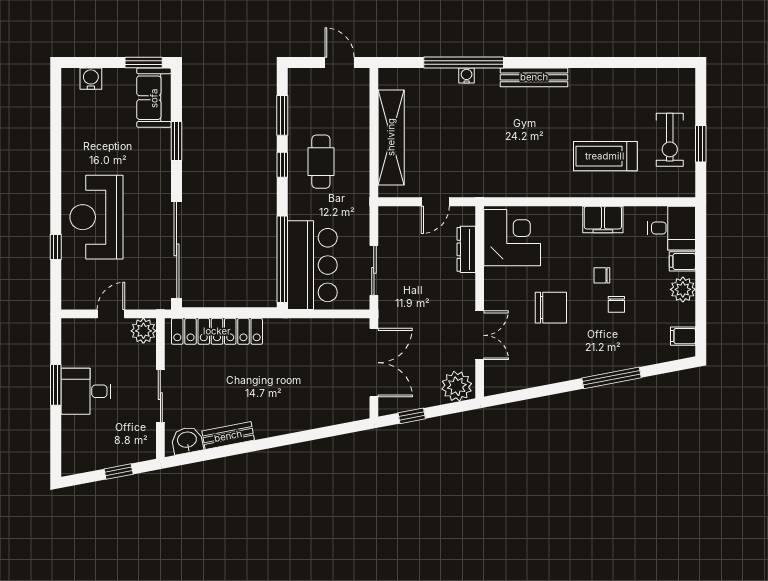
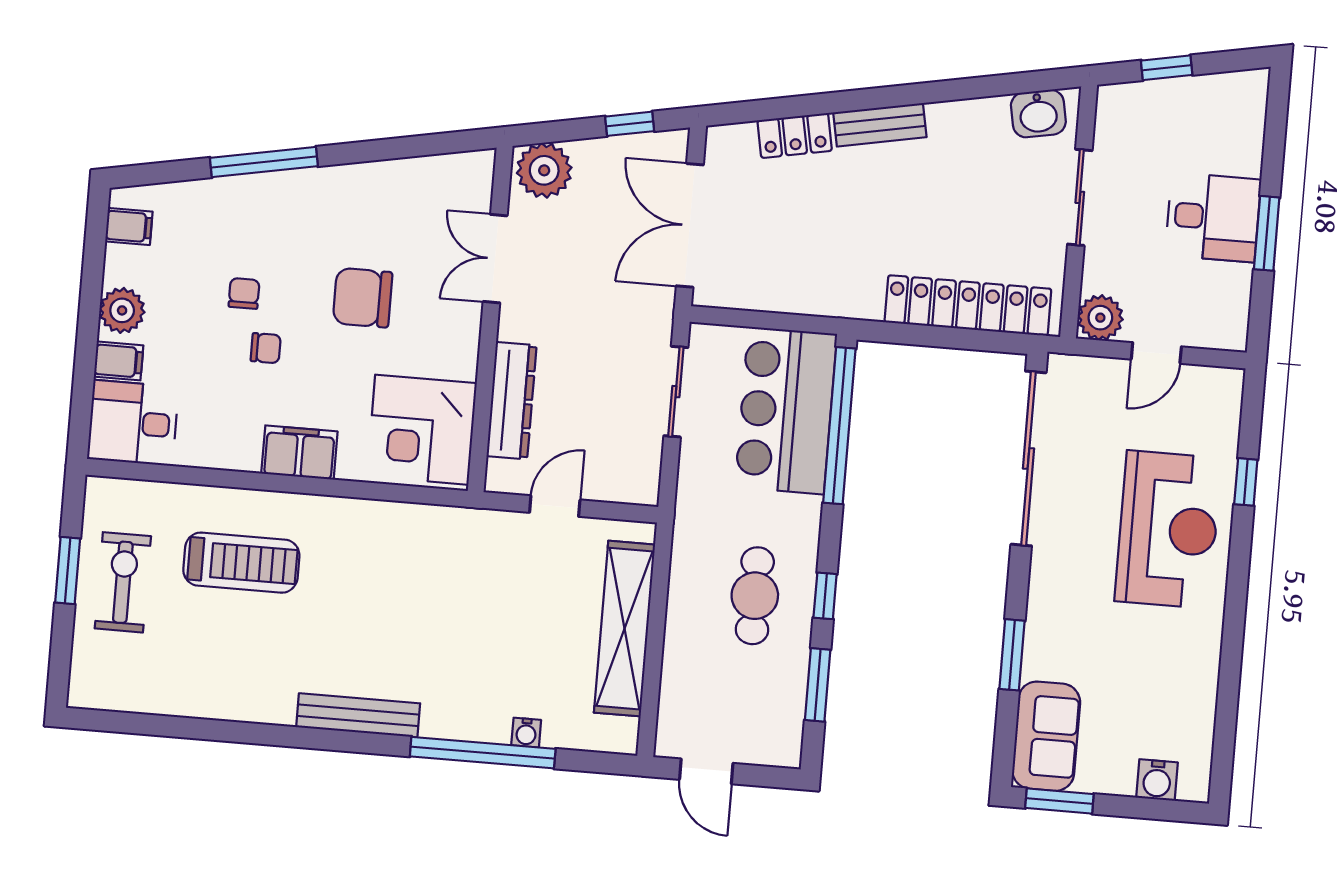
water cooler: (467, 76) -> (526, 733), moved
filing cabinet: (603, 219) -> (299, 453), moved
dresser: (466, 249) -> (512, 401), width x1.37, depth x1.24
locker: (320, 417) -> (795, 136), added
bench: (228, 436) -> (880, 125), moved

